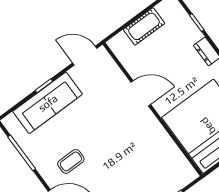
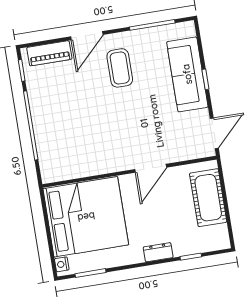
cot: (144, 26) -> (208, 198), width x1.37, depth x1.34
coffee table: (71, 161) -> (120, 68), width x1.36, depth x1.30

